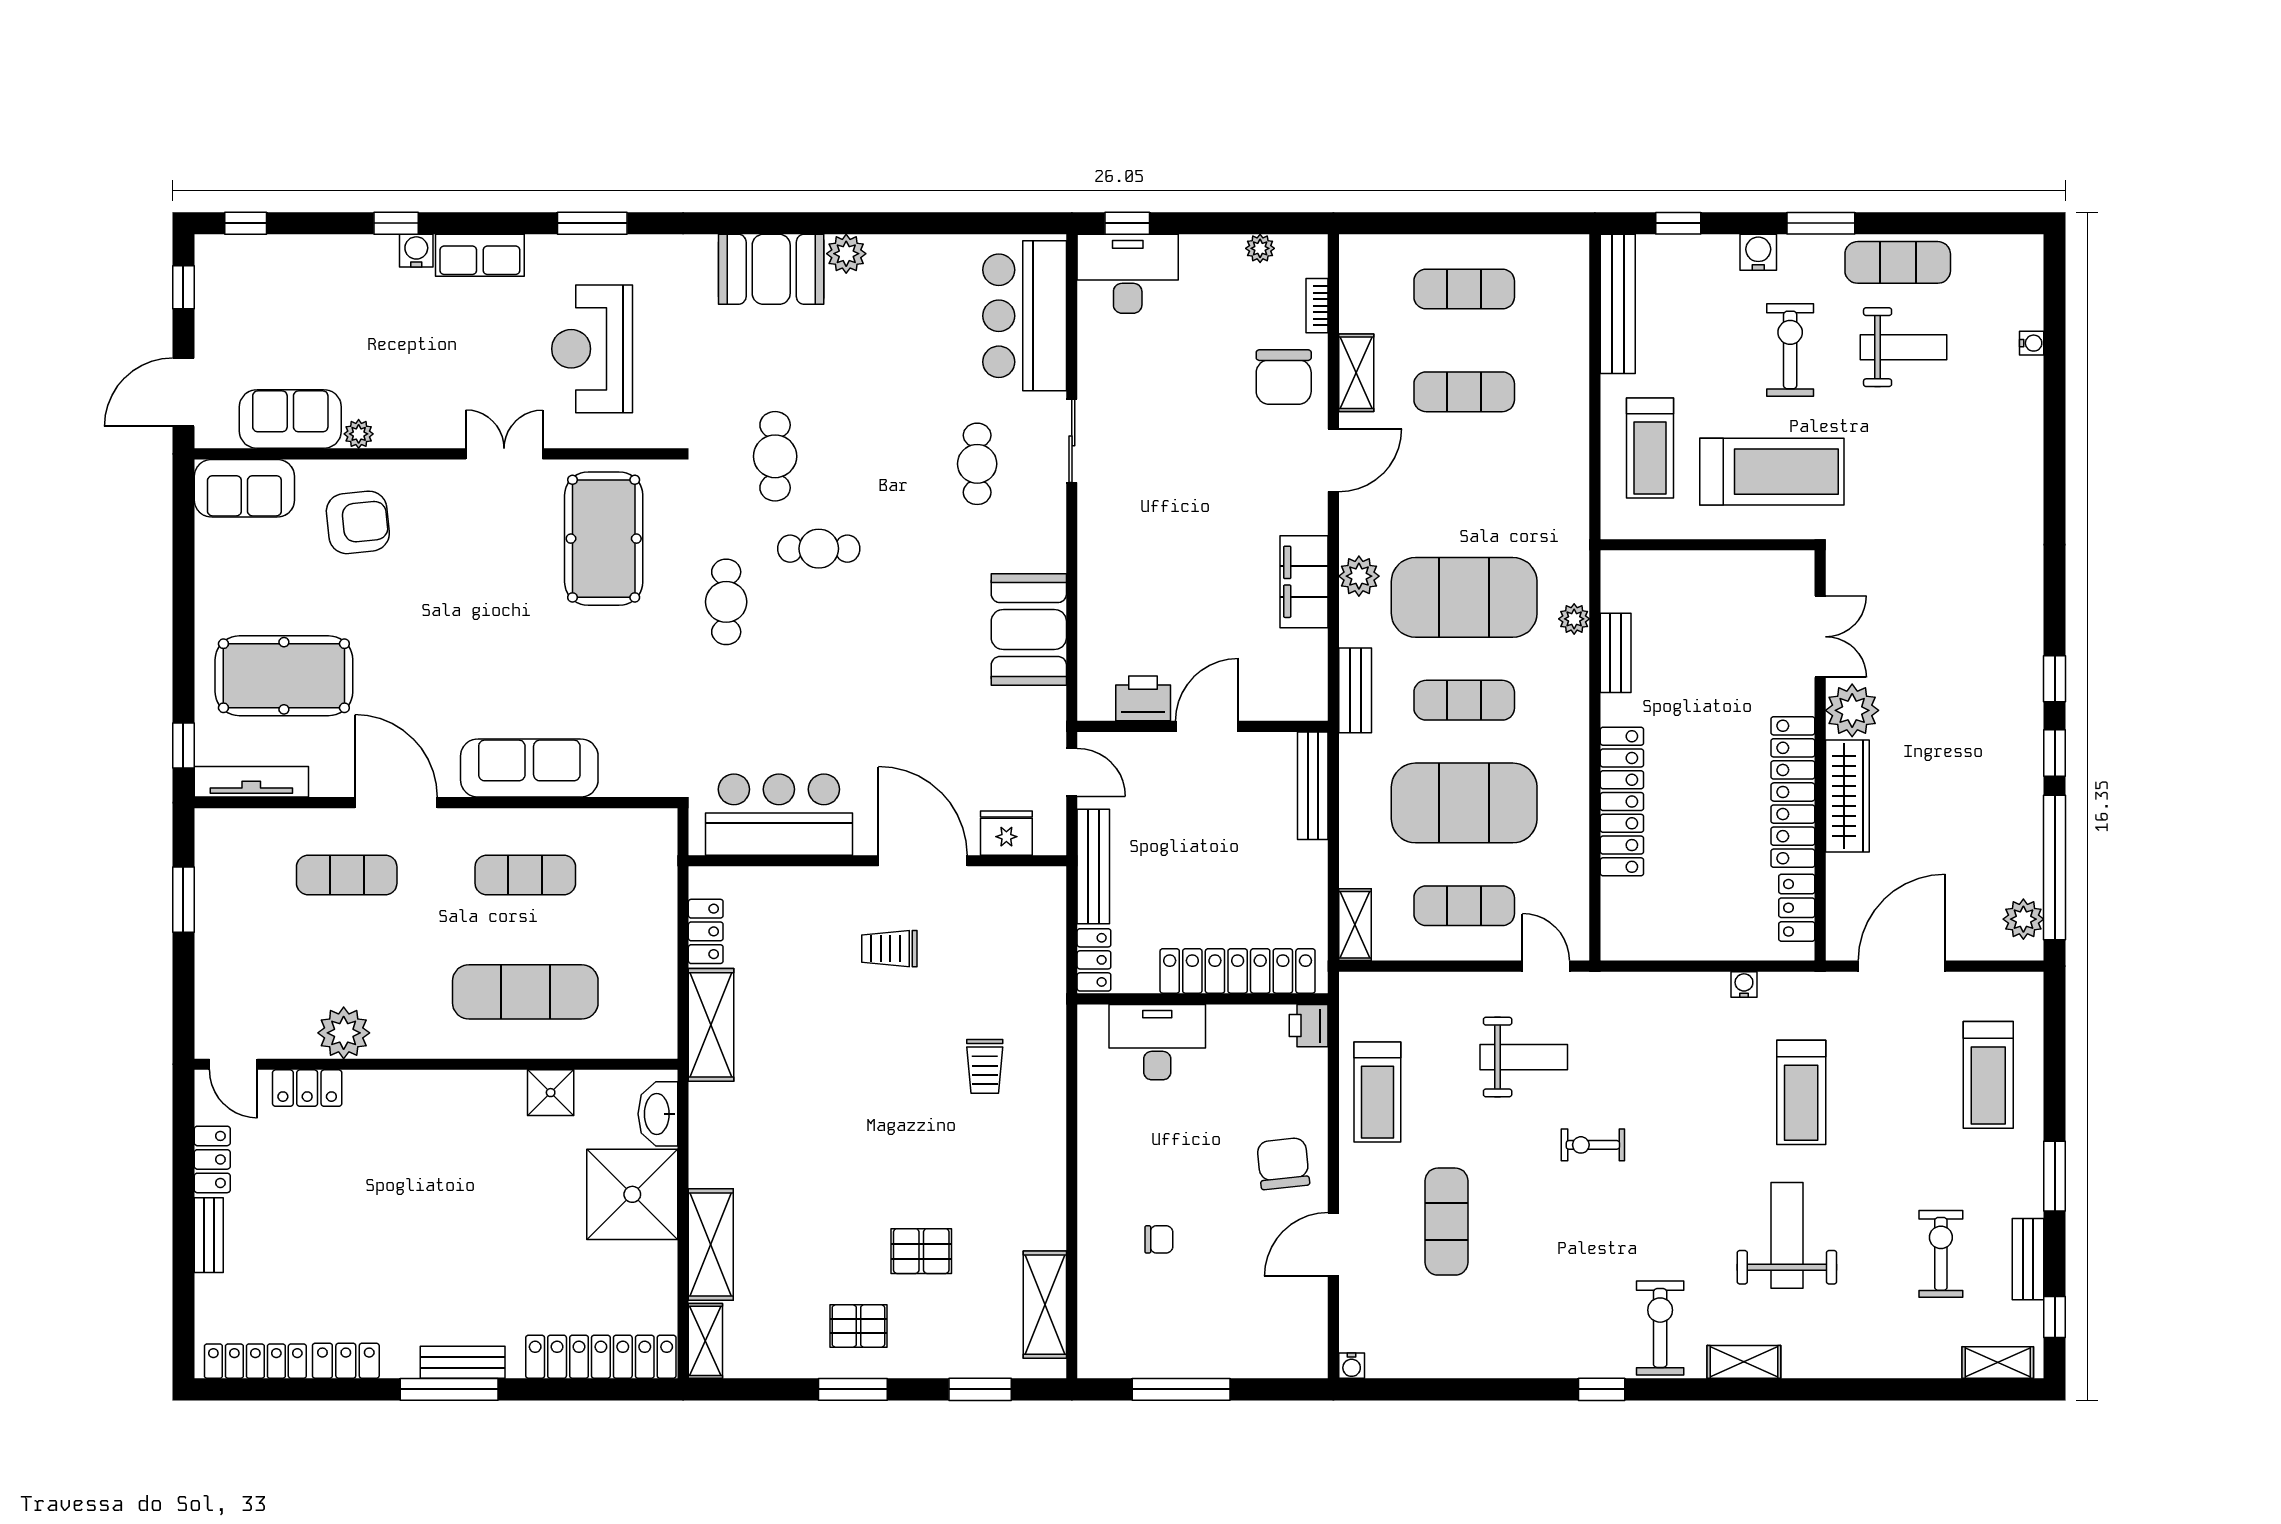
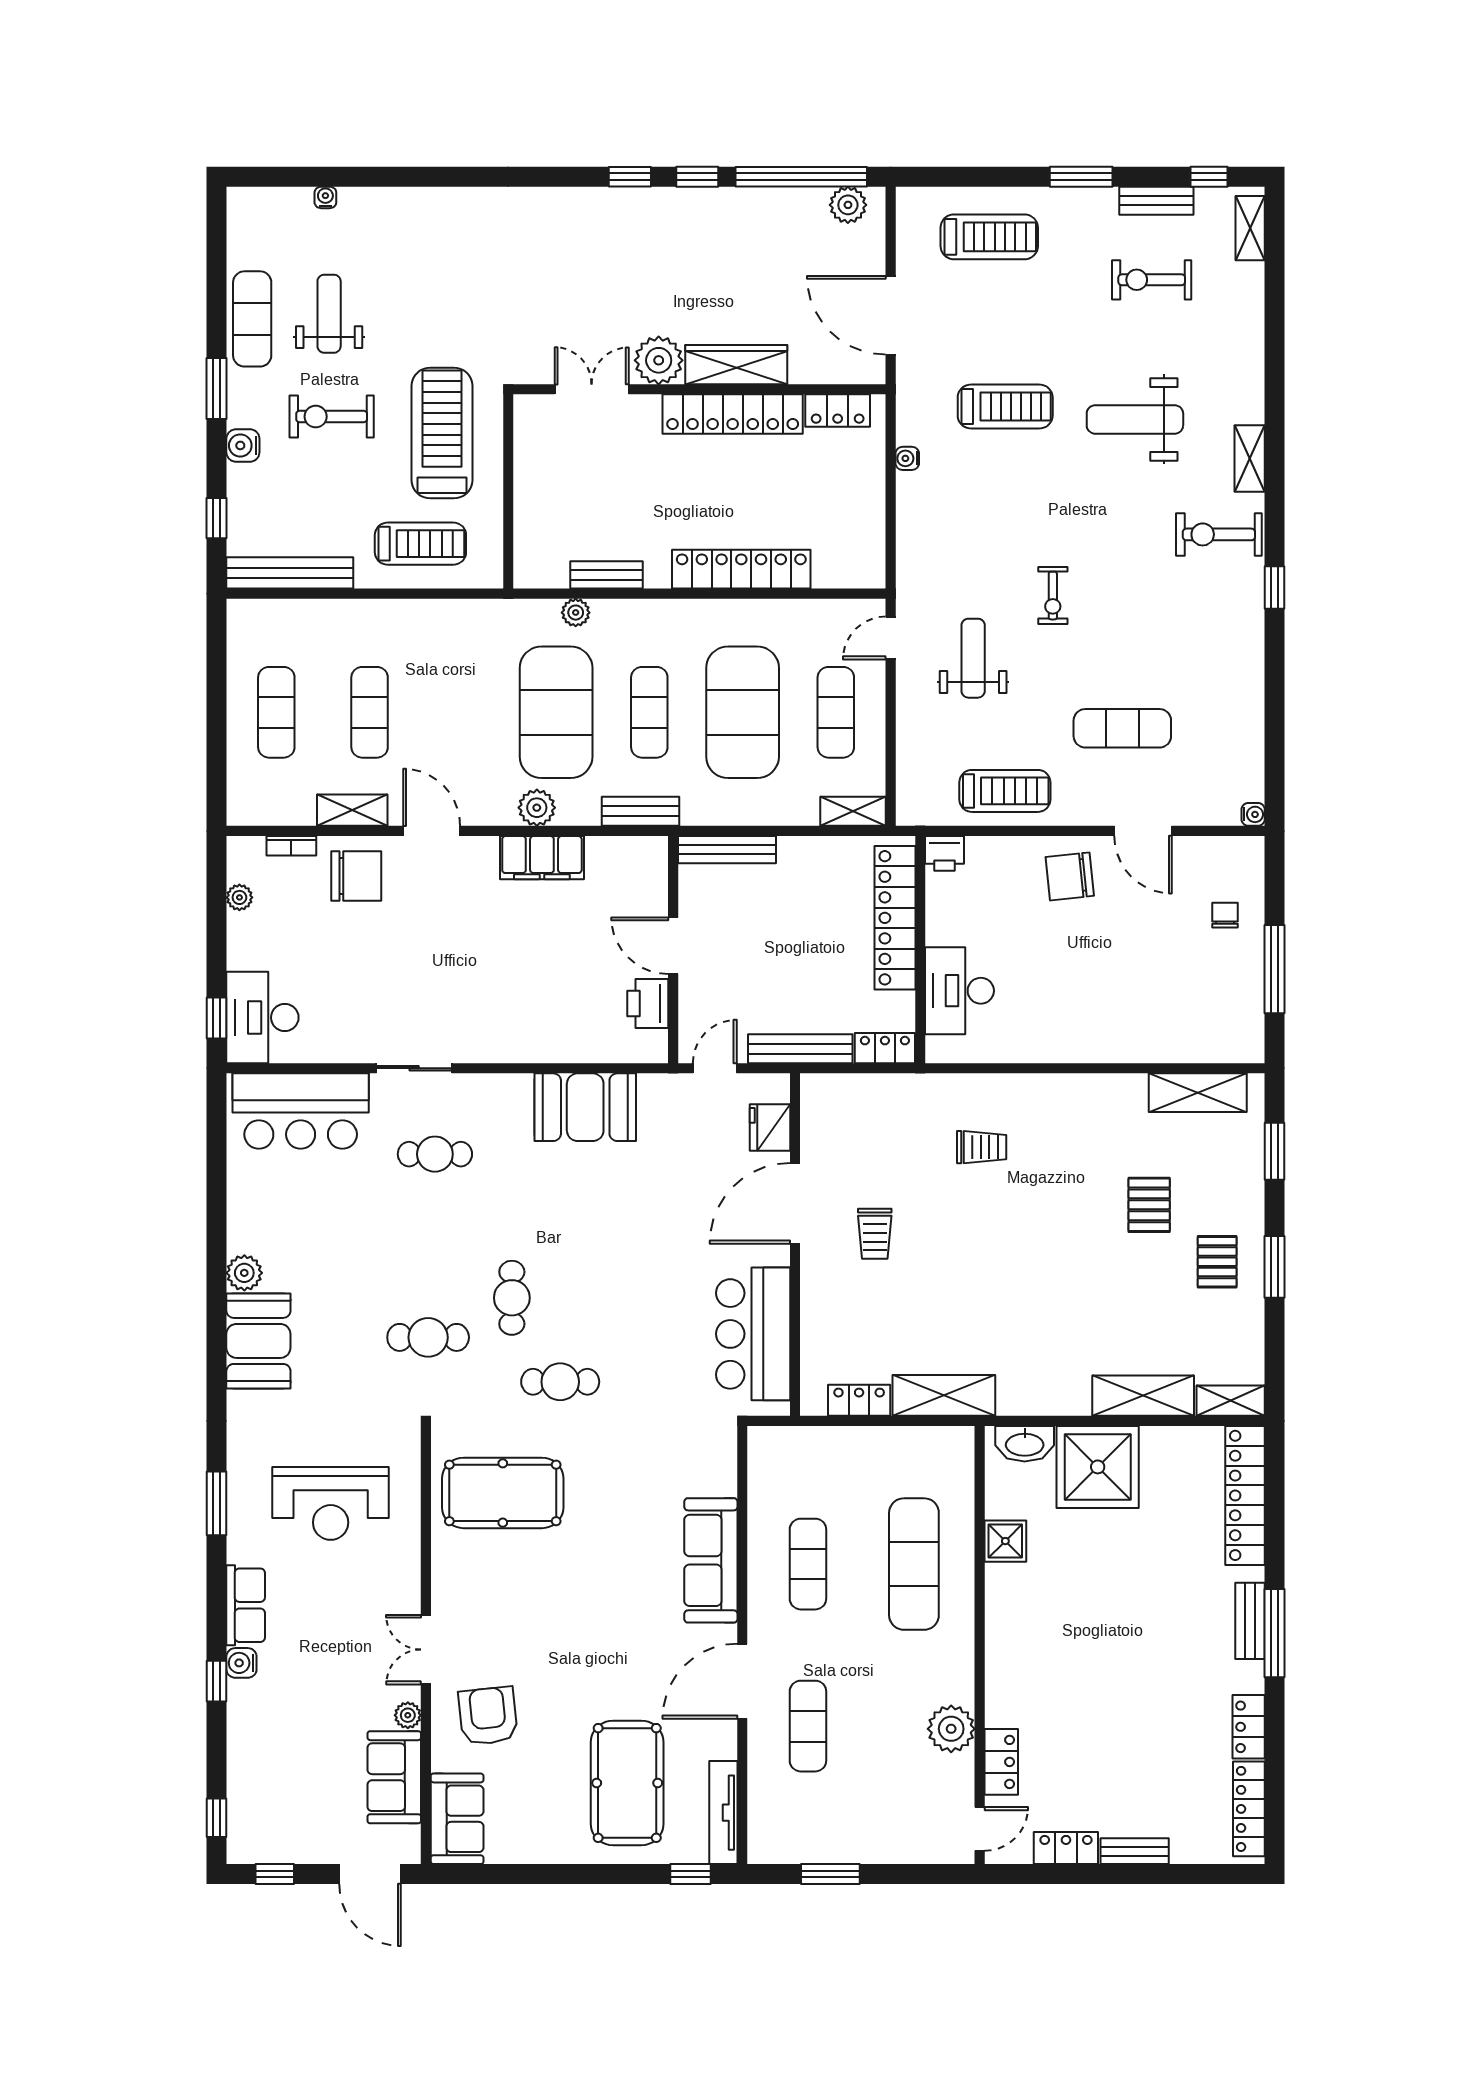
double door: (504, 454) -> (426, 1650), moved
chair: (1159, 1239) -> (1225, 915), moved

